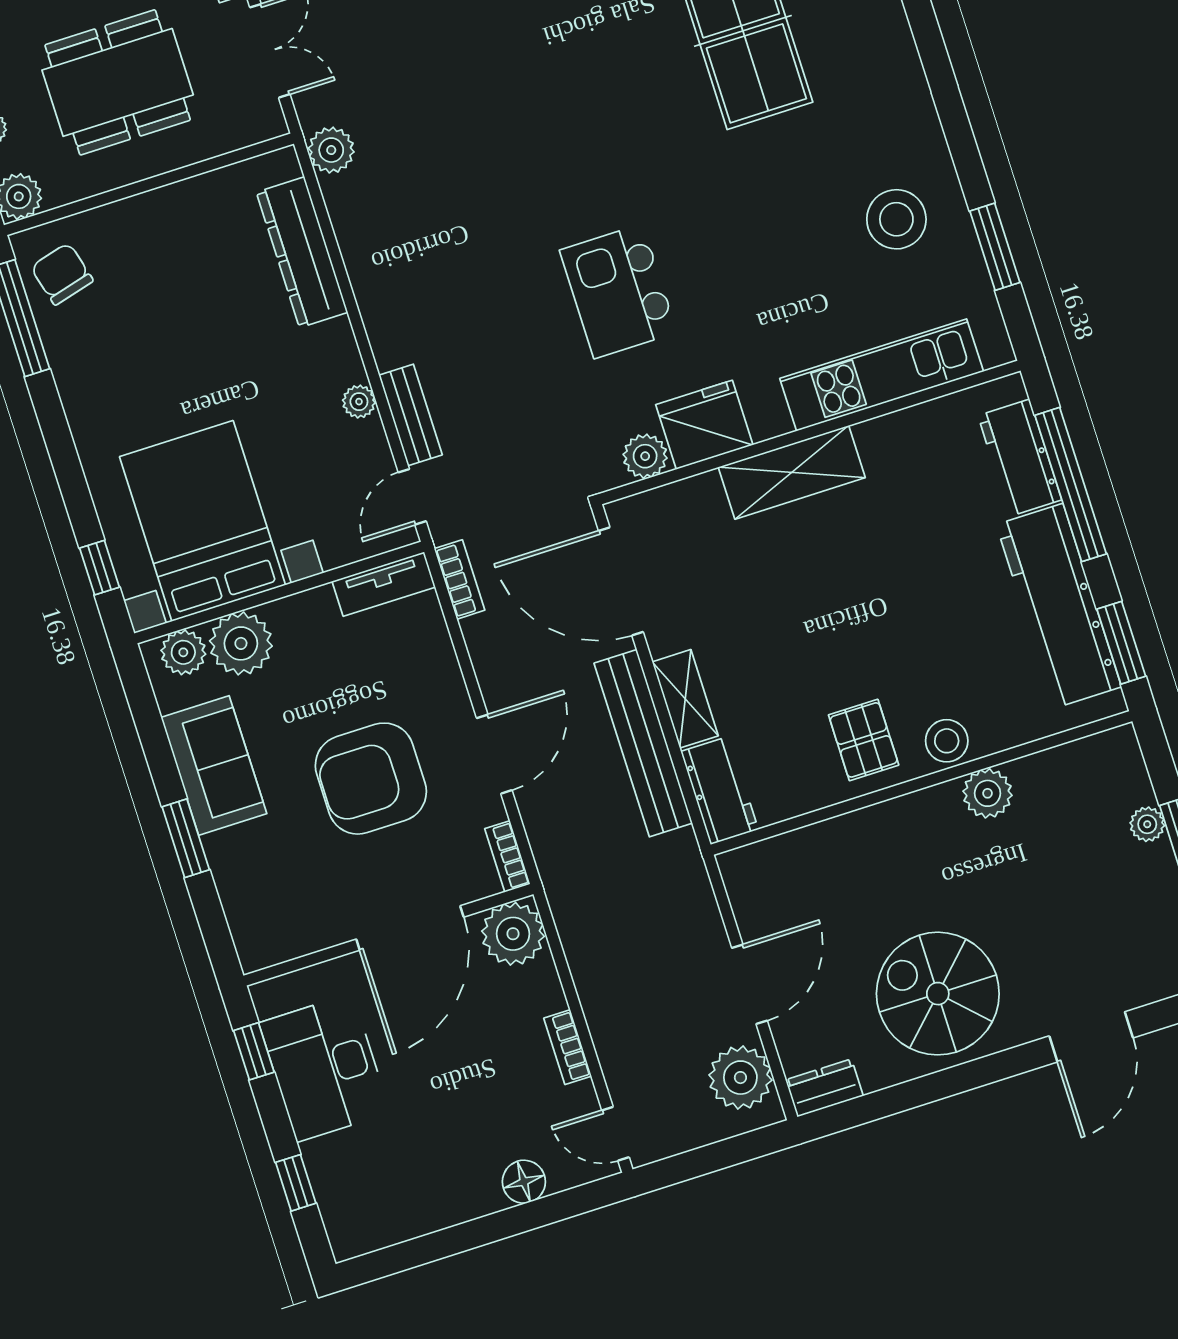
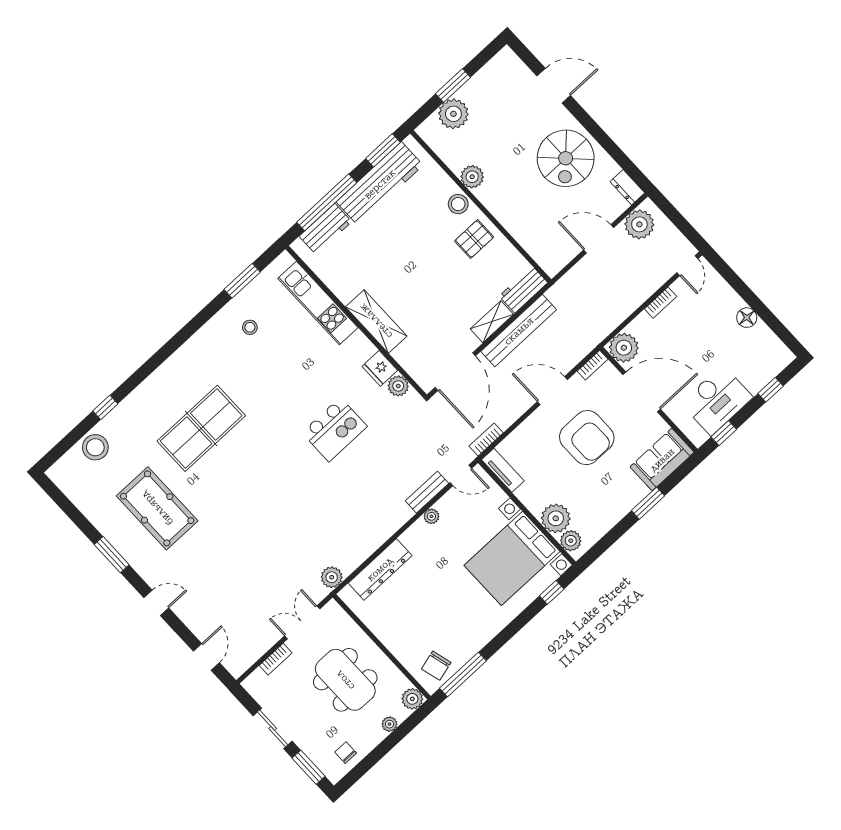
stool: (896, 219) -> (250, 327), width x0.53, depth x0.53
fridge: (704, 425) -> (380, 368), width x0.73, depth x0.75
sofa: (214, 765) -> (662, 460), moved
plant: (1147, 824) -> (453, 114), width x1.88, depth x1.88
floor lamp: (524, 1182) -> (747, 318), moved

